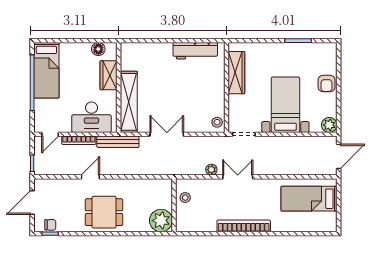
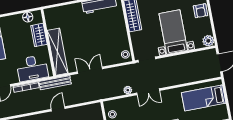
door: (90, 177) -> (58, 109), moved
double door: (238, 177) -> (148, 92), swing flipped

